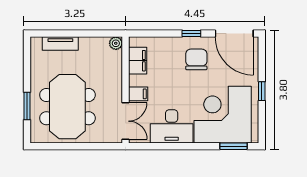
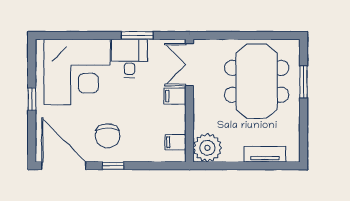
plant: (116, 43) -> (207, 148), width x1.87, depth x1.87
filing cabinet: (138, 61) -> (175, 142), width x0.50
desk: (172, 126) -> (129, 58), width x0.73
window: (234, 146) -> (137, 35), moved

